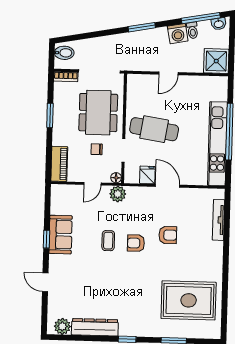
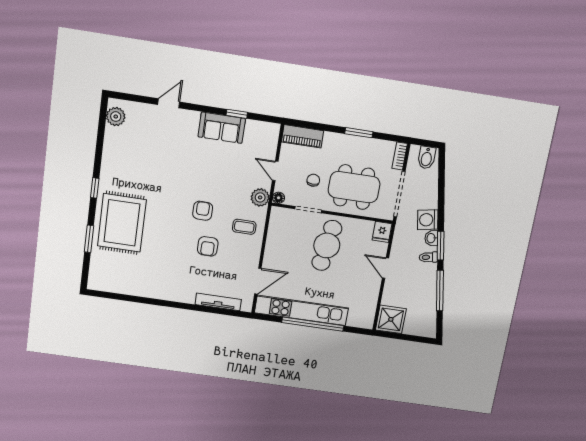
window: (201, 18) -> (440, 290), moved
washbasin: (219, 24) -> (431, 238), moved
toilet: (192, 30) -> (428, 257), moved
washing machine: (178, 34) -> (428, 220), moved
fridge: (147, 175) -> (382, 232), moved, turned 90
door: (168, 186) -> (258, 281), moved
window: (46, 239) -> (237, 114), moved
coffee table: (108, 241) -> (244, 227), moved
rug: (189, 300) -> (122, 223), moved
dresser: (95, 327) -> (112, 154), removed

